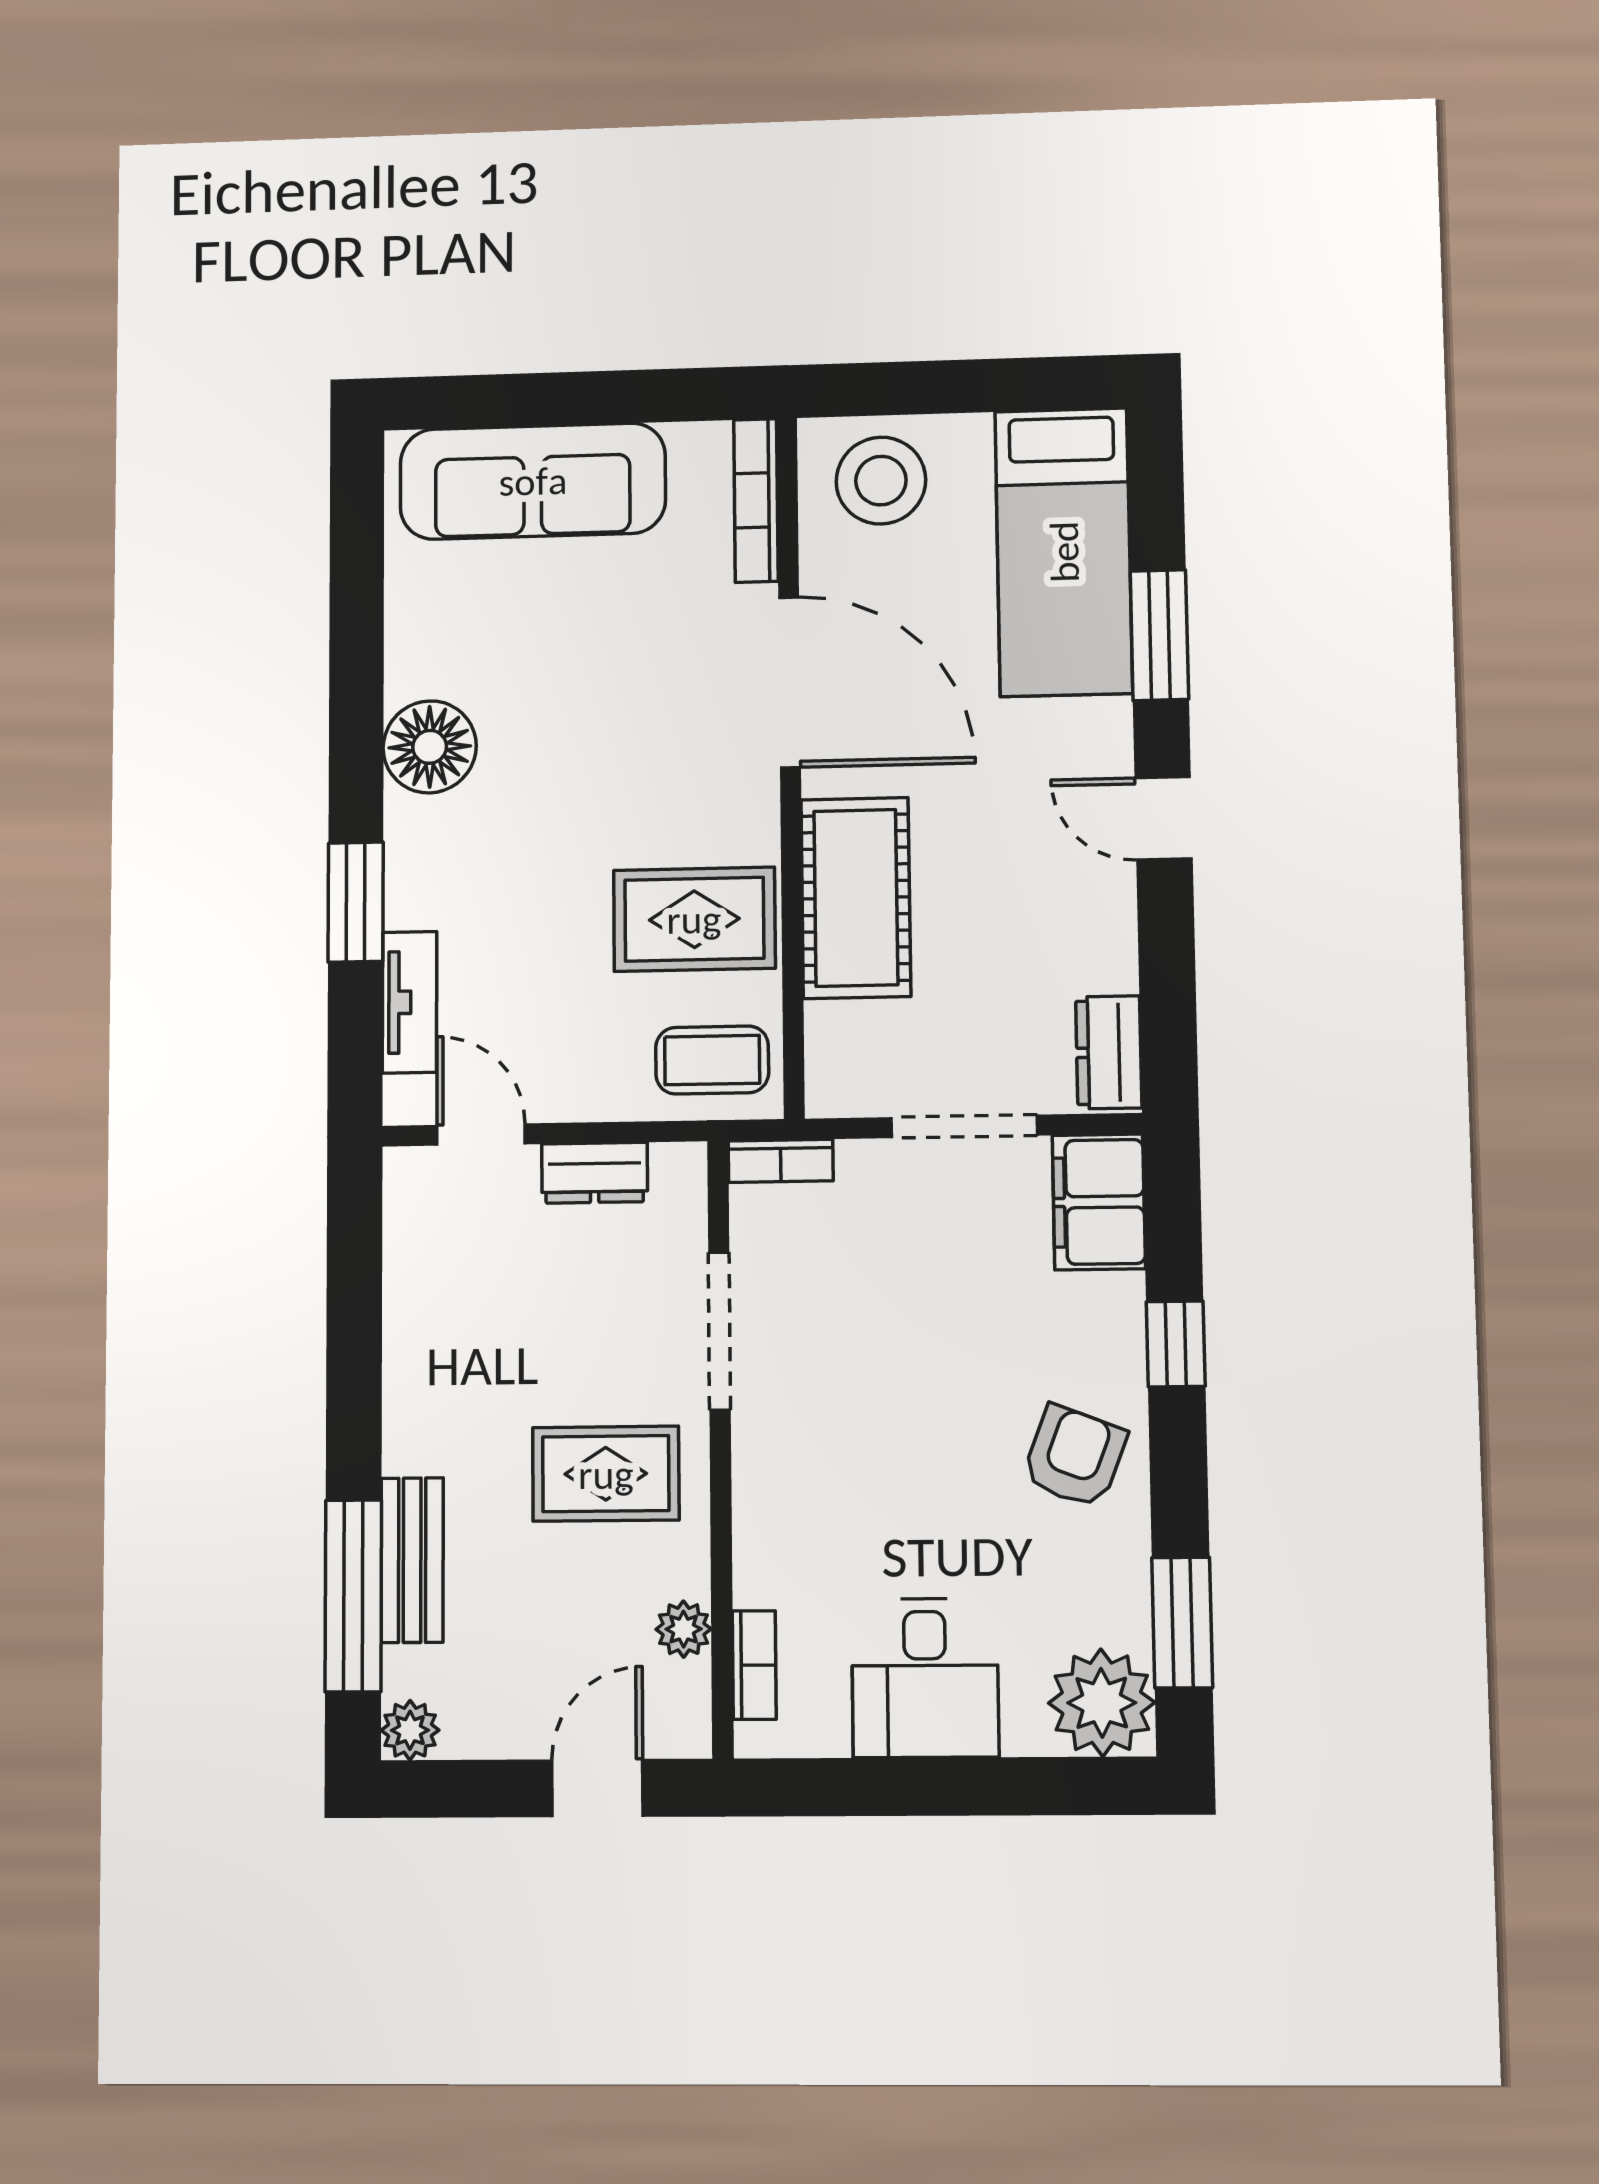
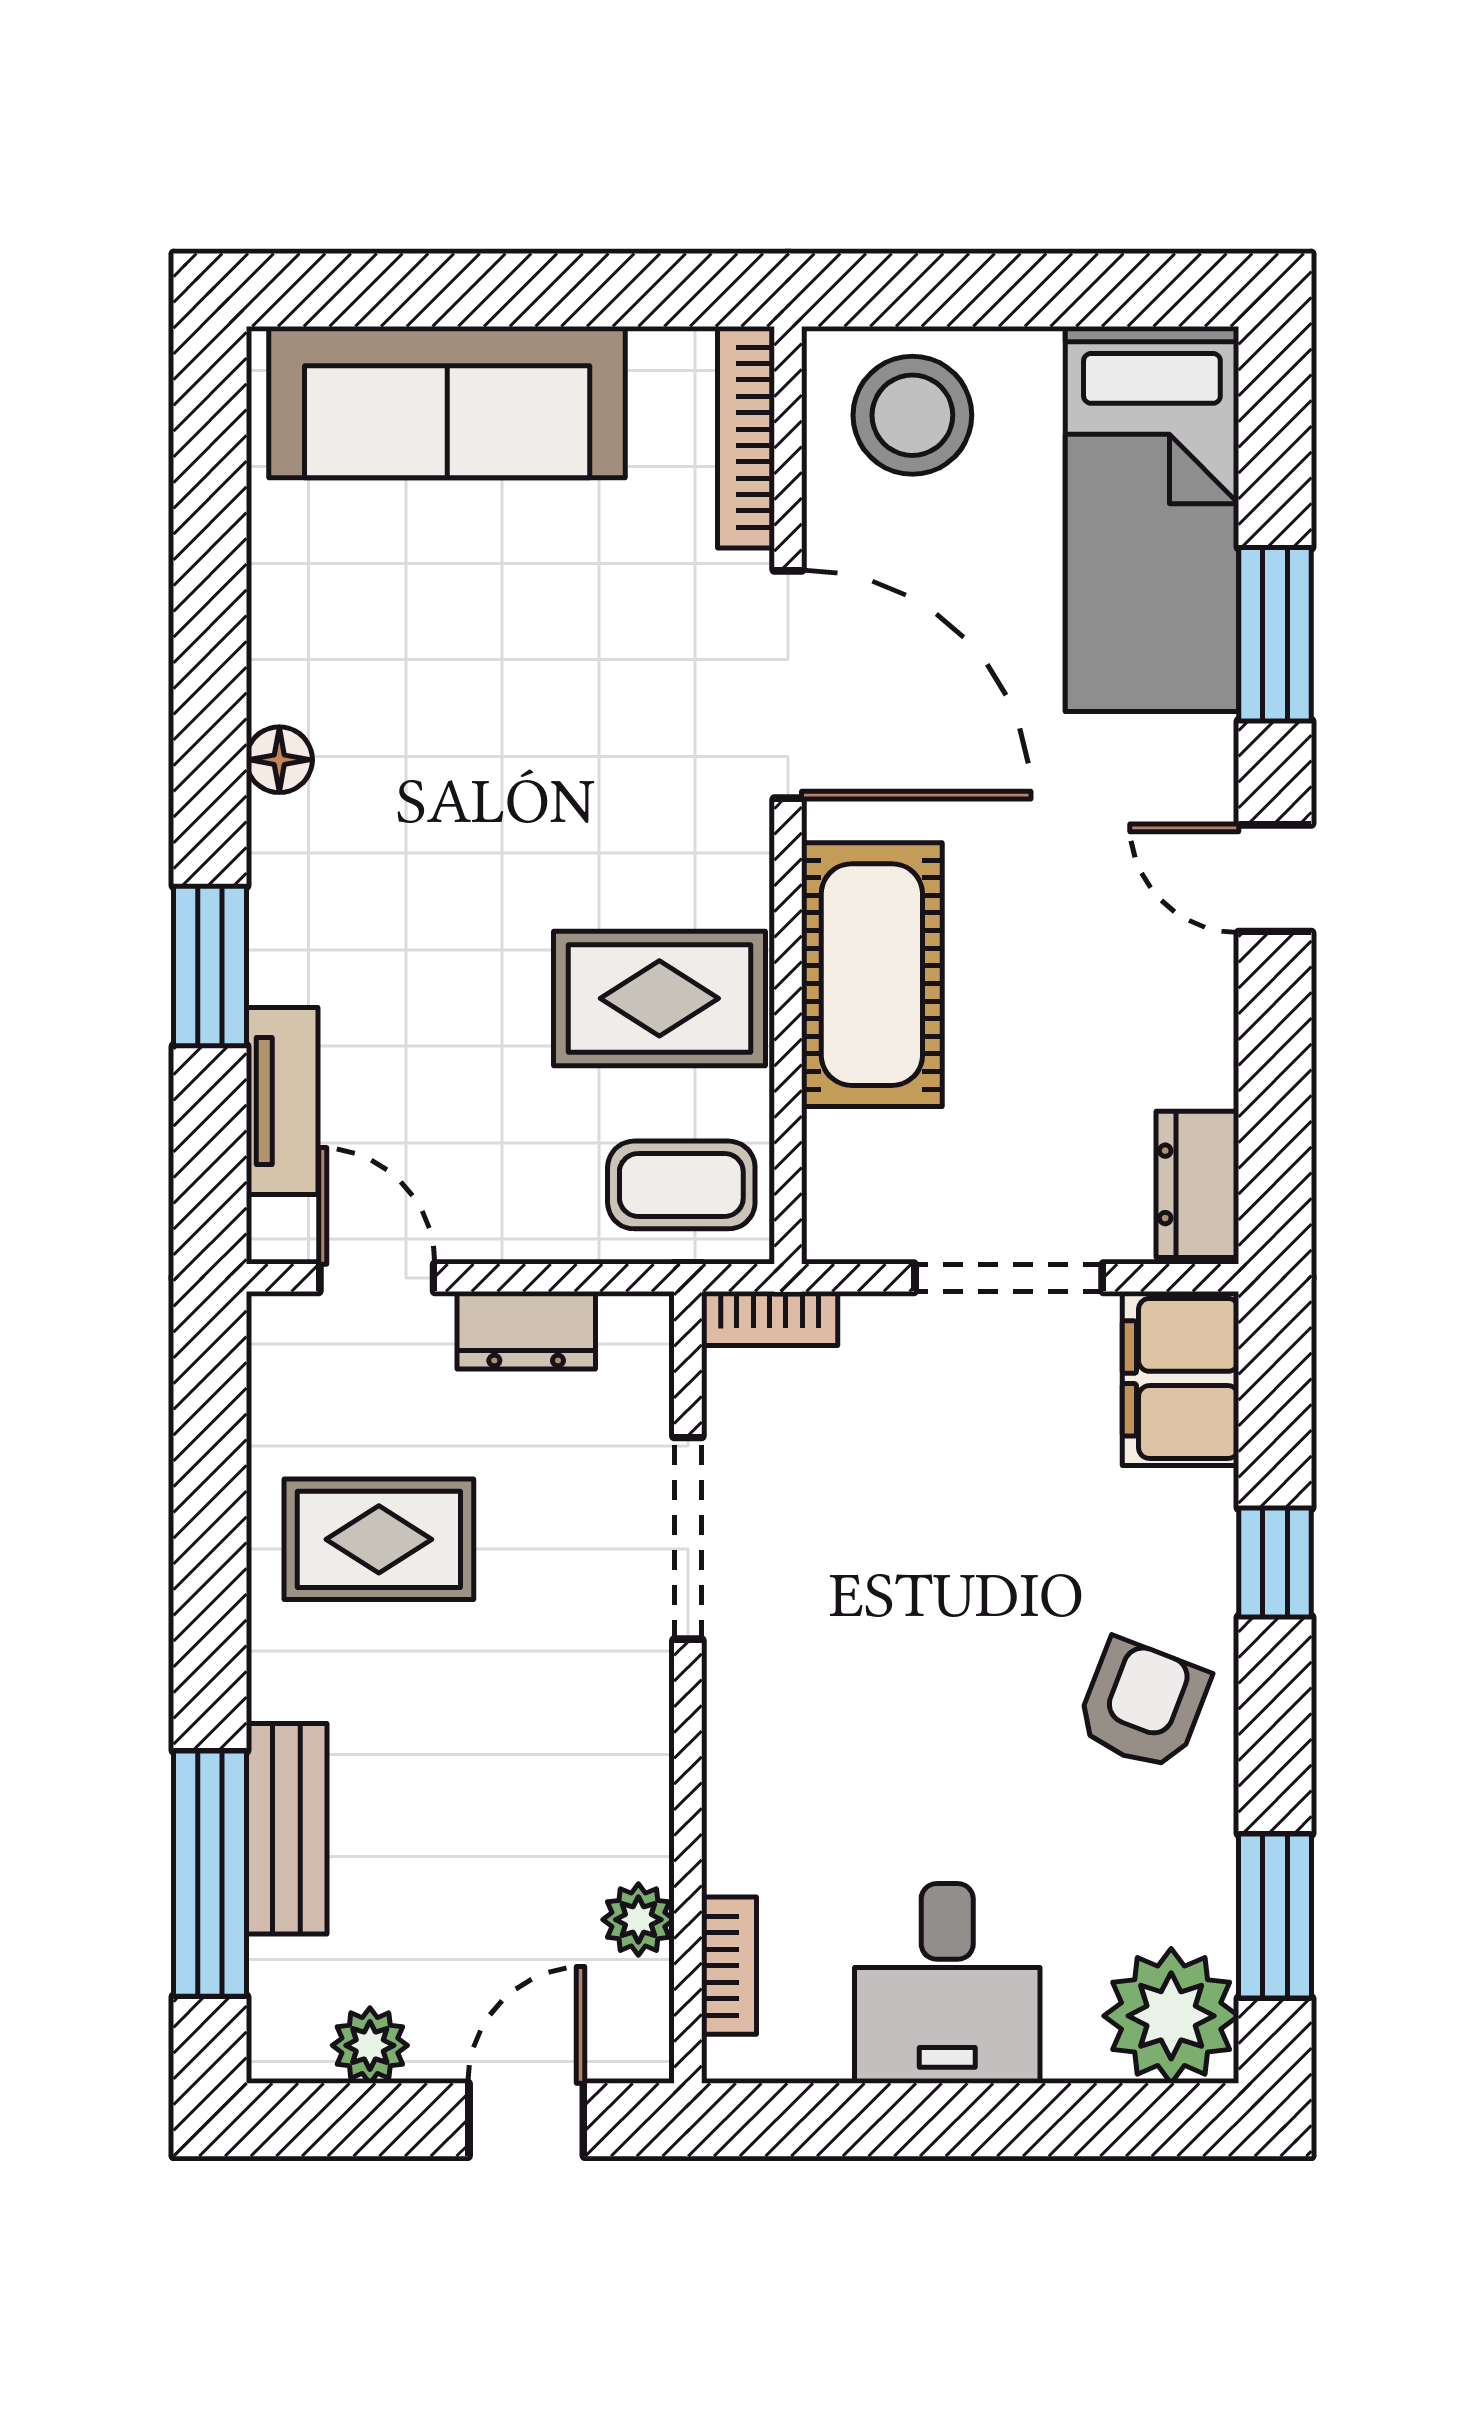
floor lamp: (430, 747) -> (279, 760), width x0.53, depth x0.53
rug: (606, 1474) -> (379, 1539), moved
plant: (410, 1730) -> (370, 2045), moved

